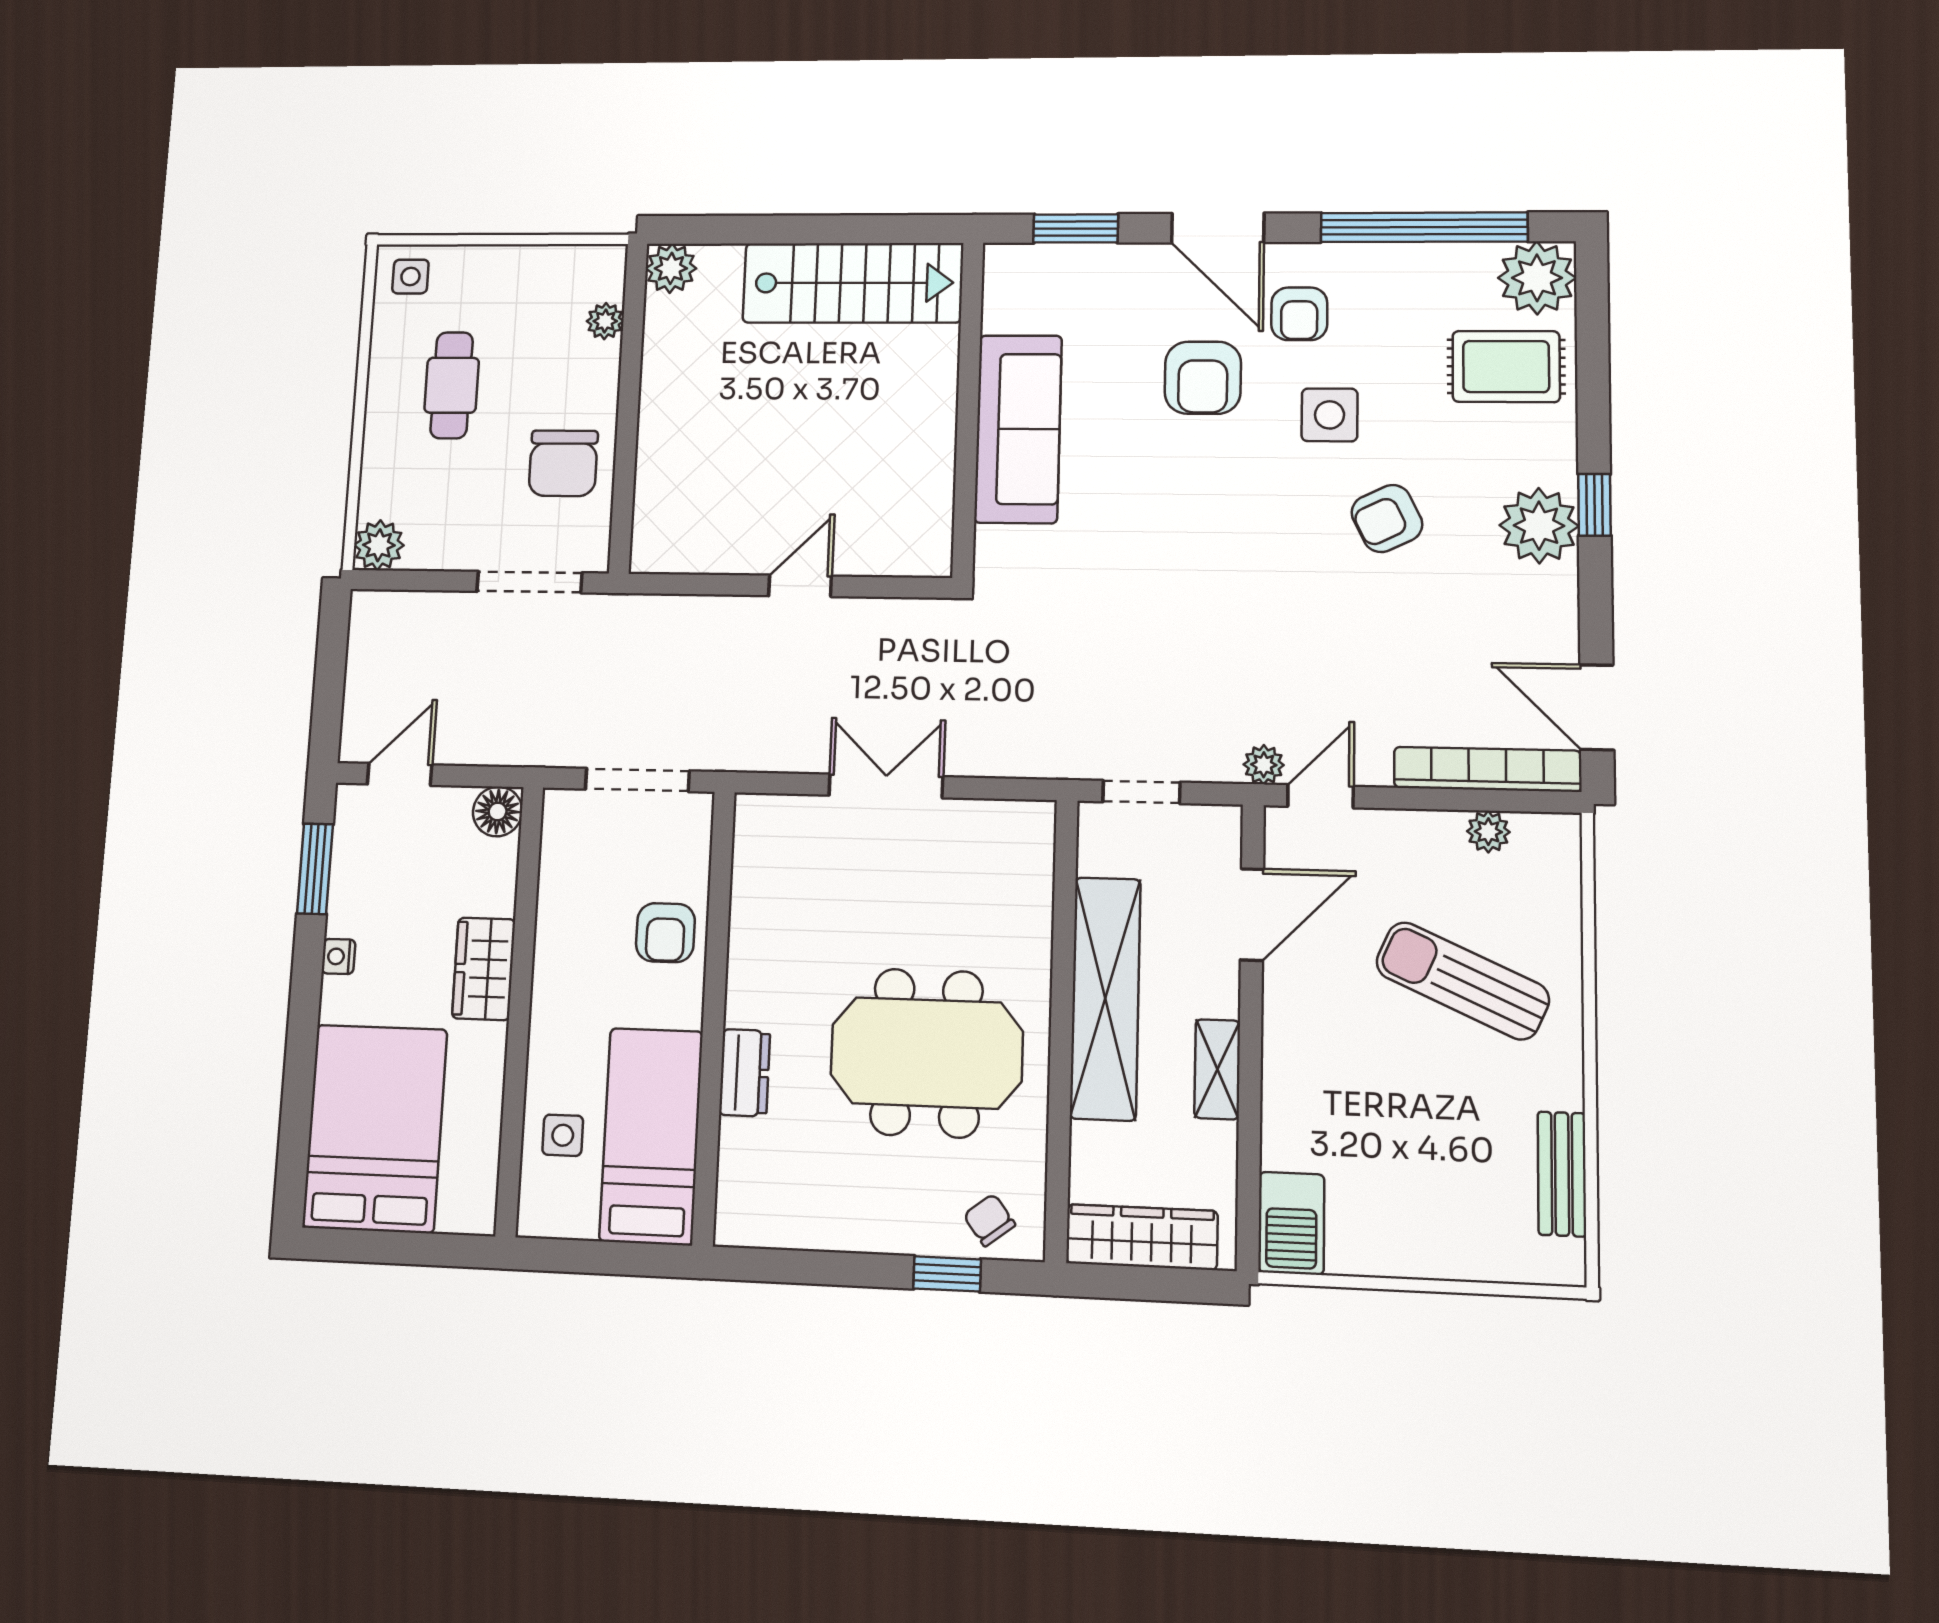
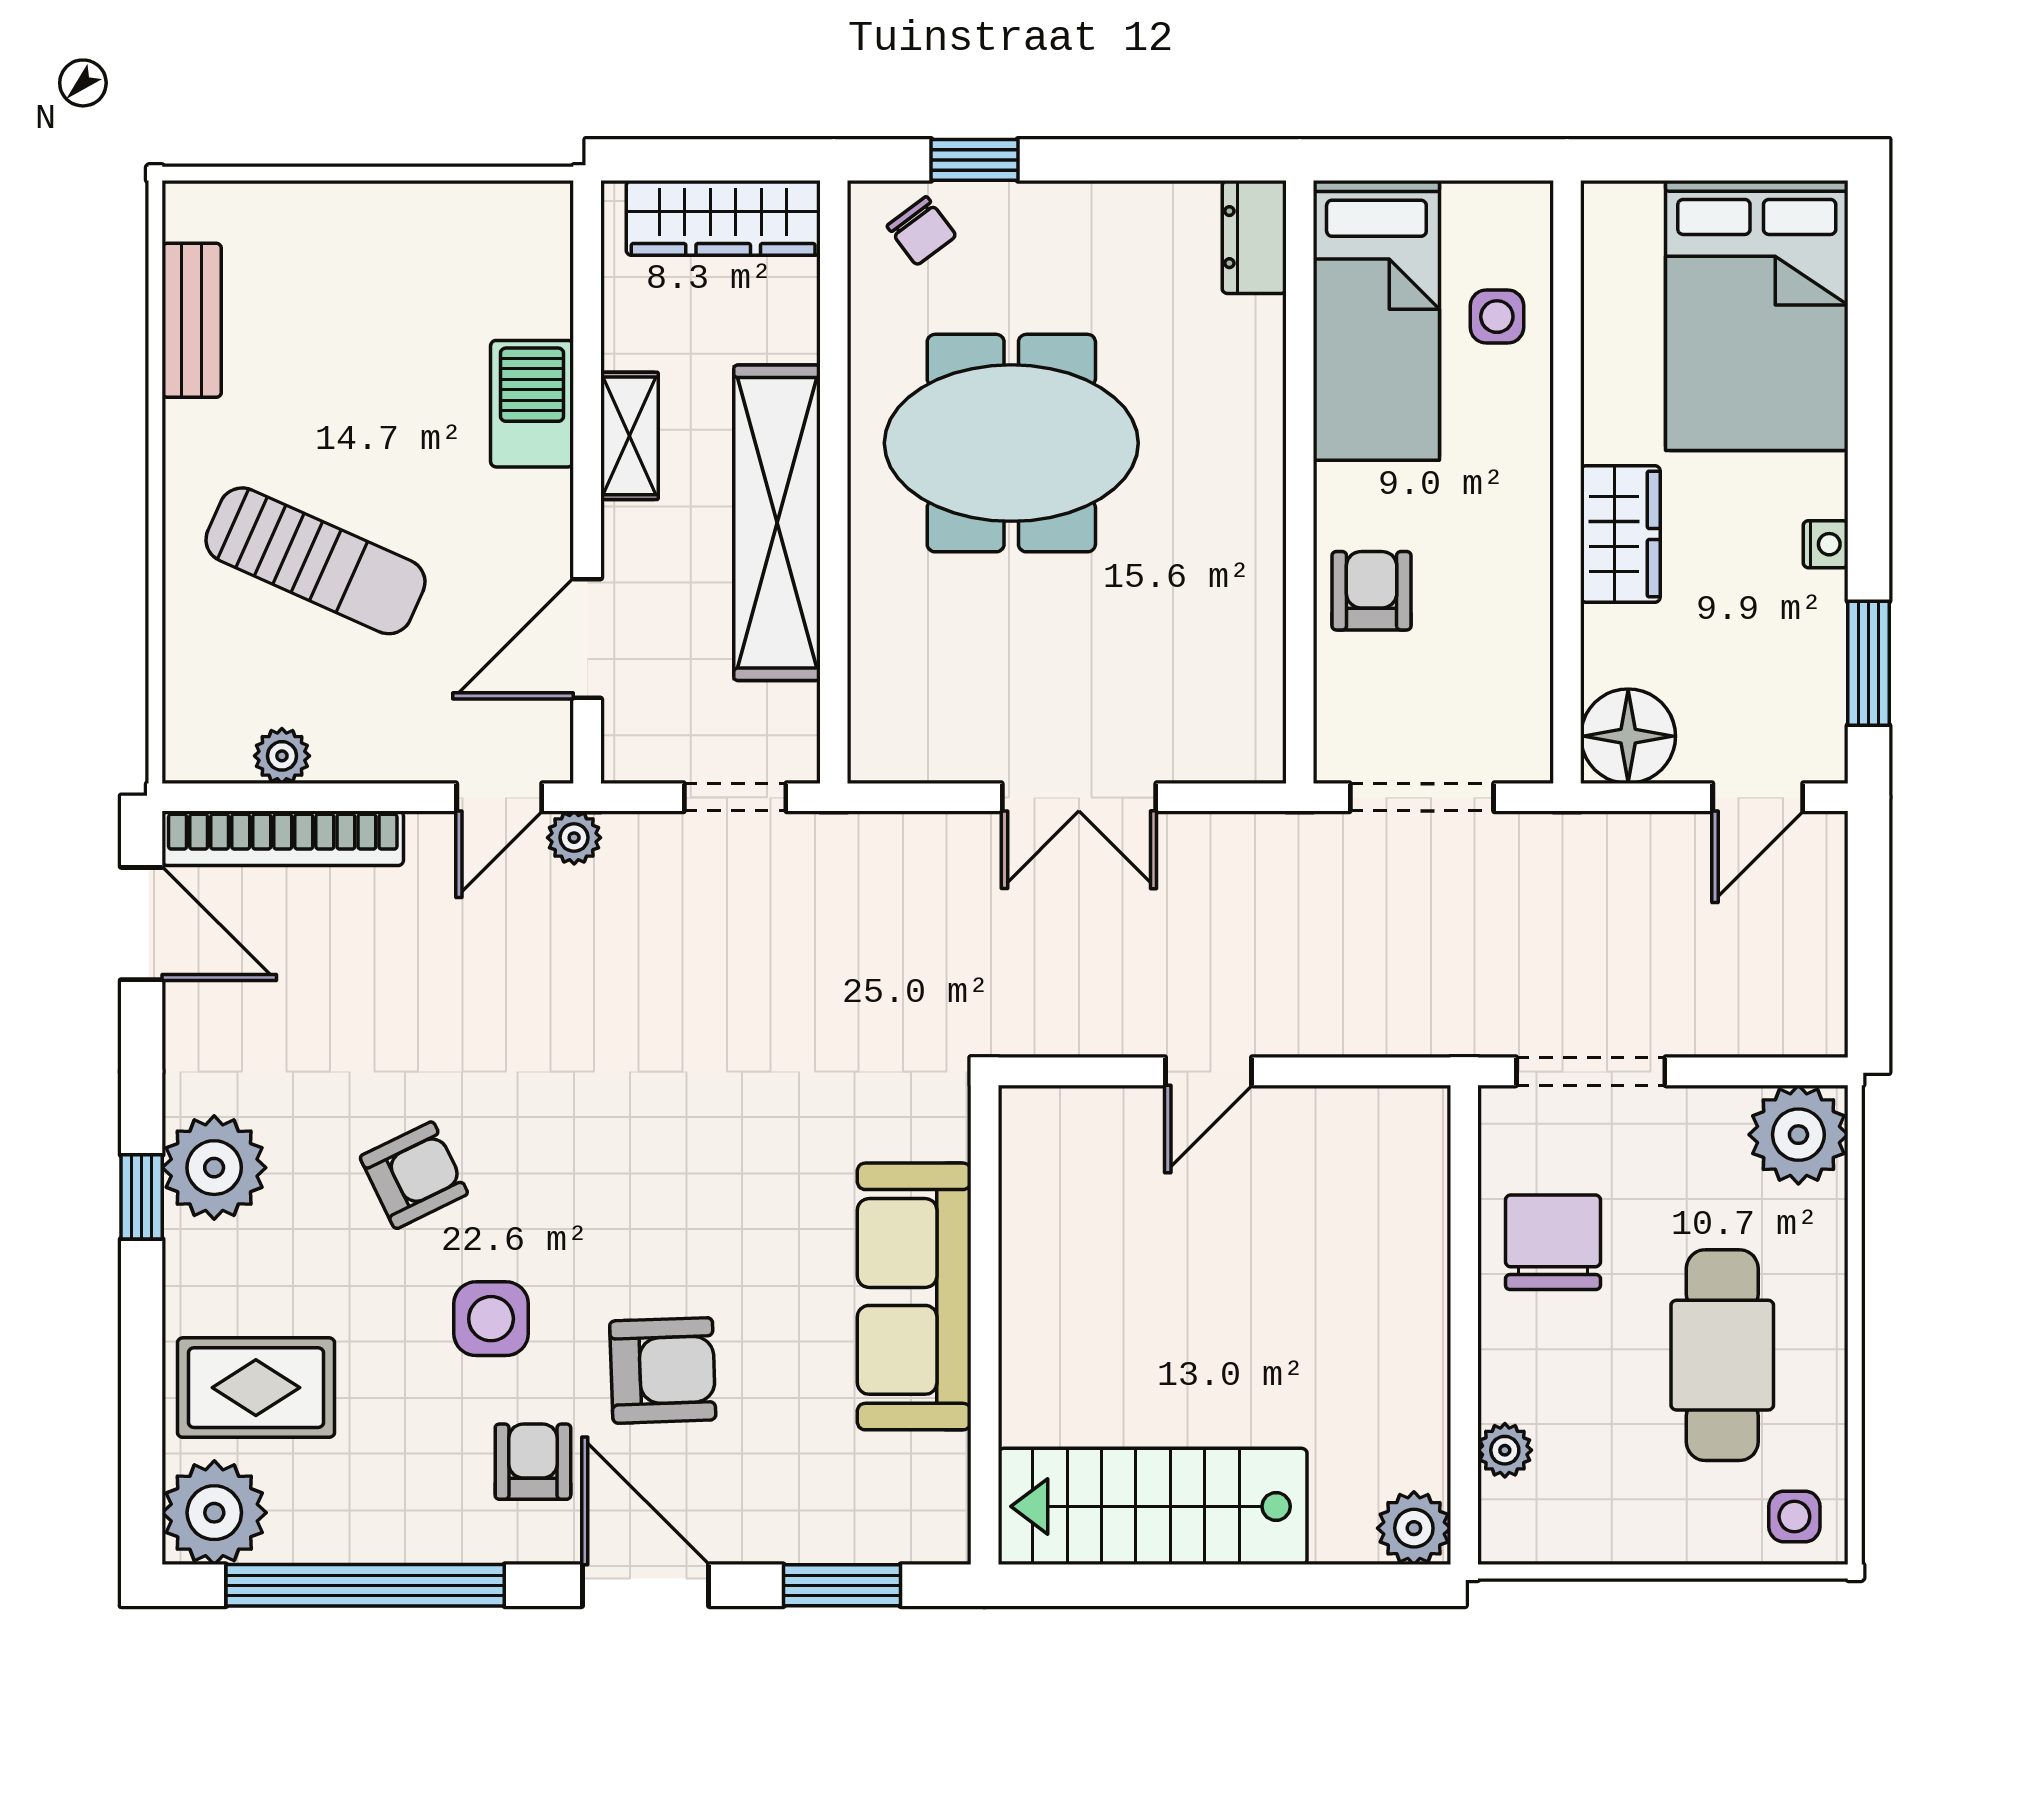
armchair: (1203, 378) -> (663, 1370), turned 88
cafe table: (452, 385) -> (1722, 1355), width x1.37, depth x1.35
plant: (379, 545) -> (1798, 1135), width x1.36, depth x1.36
floor lamp: (498, 811) -> (1628, 736), width x1.38, depth x1.38
dresser: (745, 1073) -> (1254, 237), moved
barbecue: (1291, 1223) -> (532, 404), moved

